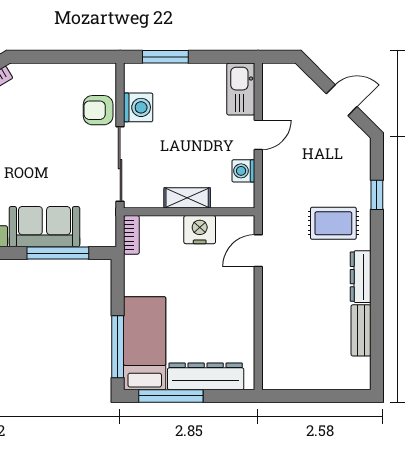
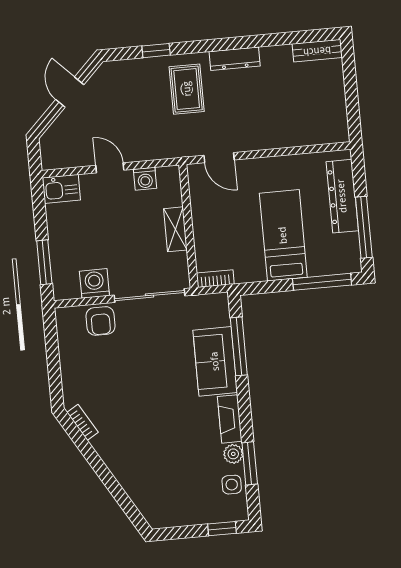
kitchen sink: (241, 89) -> (61, 189), width x0.73
nightstand: (200, 230) -> (204, 215), removed
bench: (361, 330) -> (317, 51), moved
bed: (145, 343) -> (283, 235), moved, turned 90

